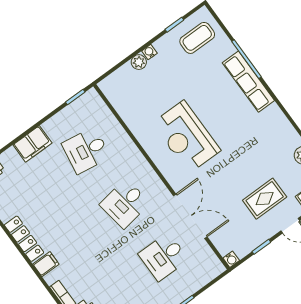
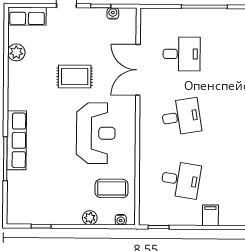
coffee table: (197, 38) -> (112, 188), moved
water cooler: (149, 52) -> (121, 220), moved
filing cabinet: (32, 144) -> (210, 215), width x0.50
rug: (265, 199) -> (75, 77), moved
water cooler: (231, 259) -> (113, 13), moved

